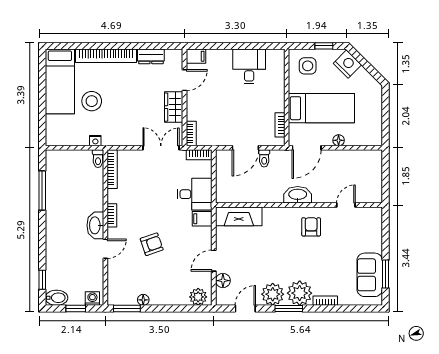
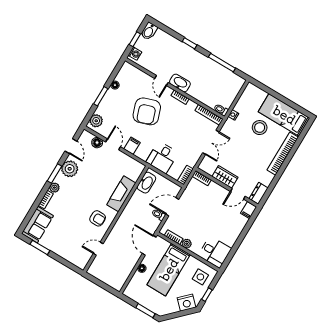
dresser: (151, 56) -> (259, 193), moved
desk: (249, 66) -> (215, 252), moved
door: (184, 80) -> (238, 194), hinge flipped
plant: (278, 105) -> (187, 244), added
window: (385, 106) -> (145, 311), added
double door: (161, 148) -> (211, 142), moved
door: (245, 148) -> (172, 207), hinge flipped
washbasin: (298, 195) -> (146, 183), moved
door: (346, 205) -> (98, 249), swing flipped
fireplace: (239, 216) -> (121, 194), moved
filing cabinet: (202, 219) -> (132, 146), moved
armchair: (152, 244) -> (147, 111), width x1.88, depth x1.88
sofa: (370, 275) -> (37, 225), moved, turned 90
window: (42, 280) -> (190, 43), moved
plant: (300, 293) -> (54, 188), width x0.53, depth x0.53
window: (127, 309) -> (101, 96), moved

